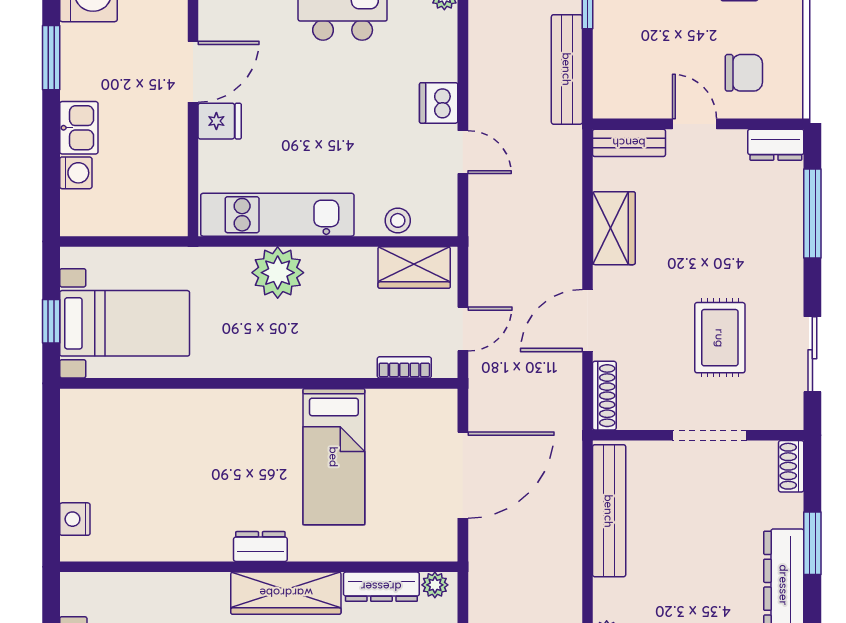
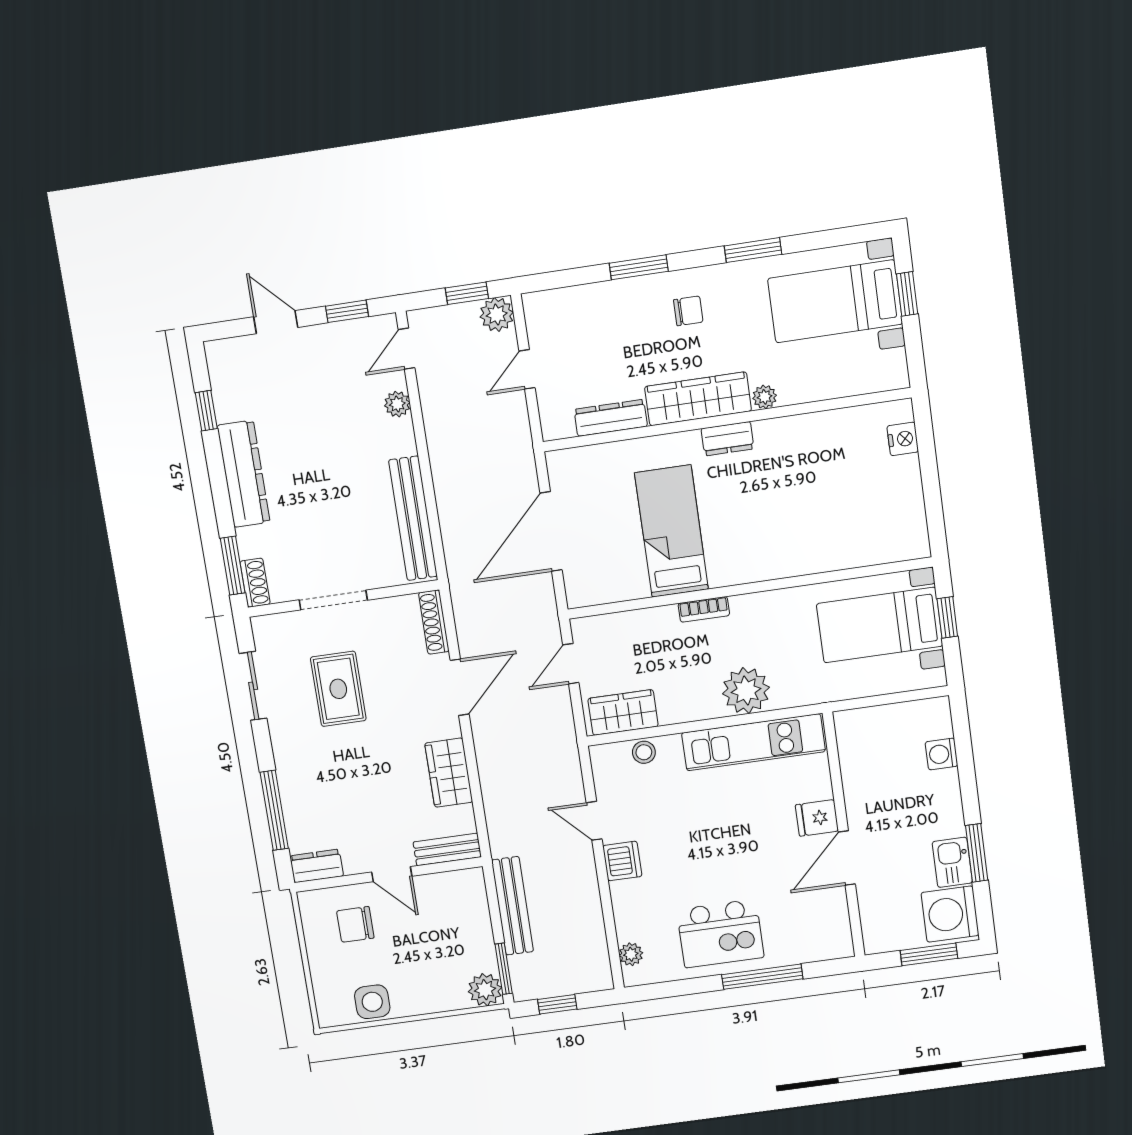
kitchen sink: (79, 128) -> (952, 862), moved
bookcase: (404, 367) -> (704, 609), moved
window: (812, 543) -> (233, 566), moved
plant: (435, 585) -> (765, 397), moved

